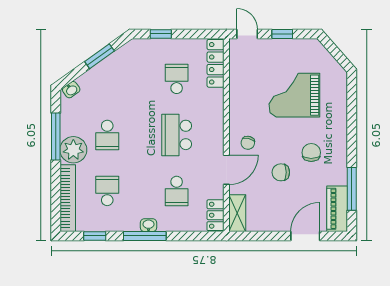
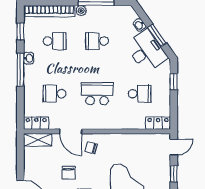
locker: (215, 63) -> (158, 123), width x0.66
desk: (121, 70) -> (146, 51), added
washbasin: (71, 90) -> (139, 25), moved
plant: (73, 150) -> (81, 11), width x0.53, depth x0.53
chair: (281, 172) -> (69, 173), turned 180
washbasin: (148, 225) -> (29, 58), moved

